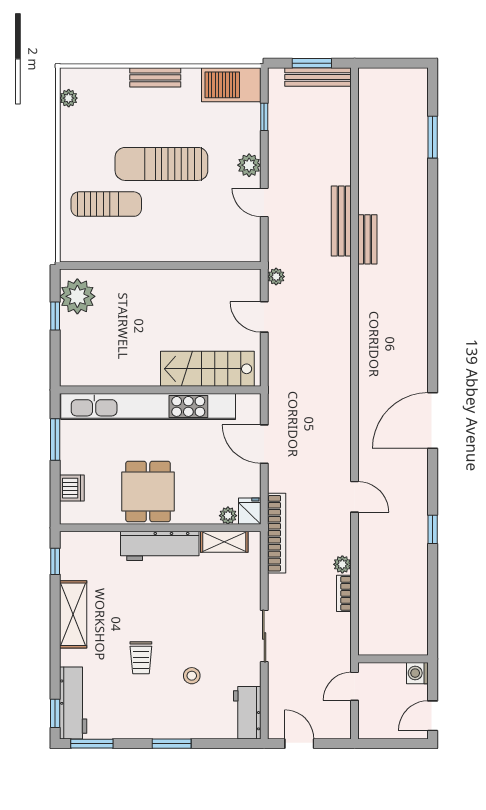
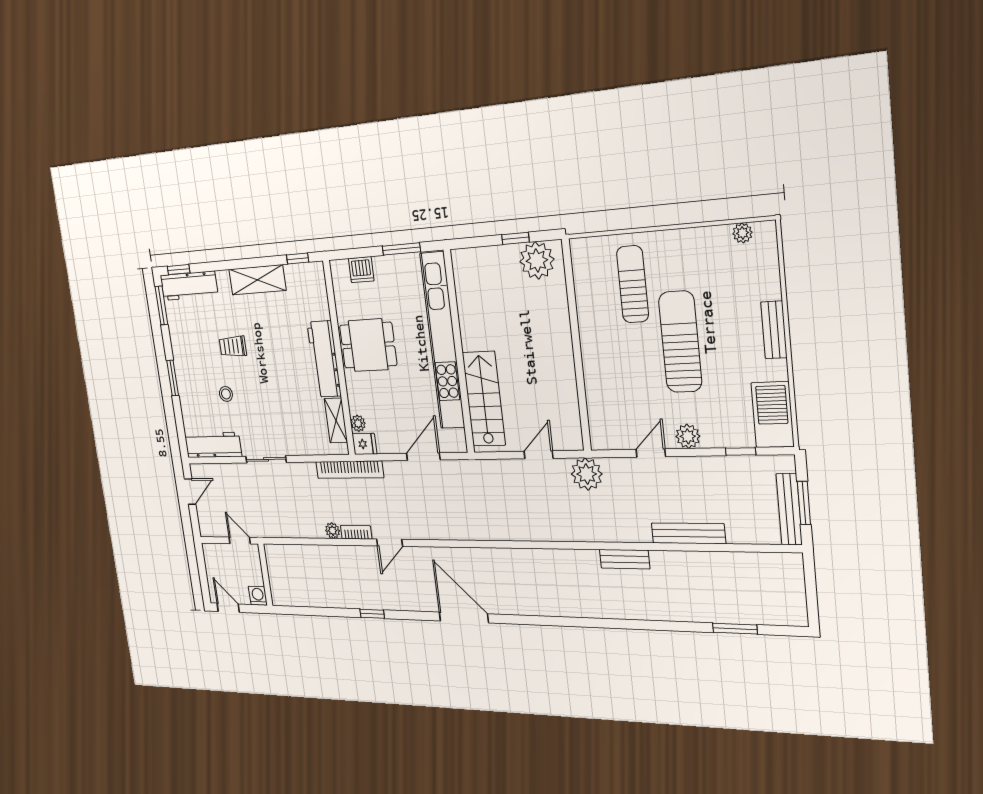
sun lounger: (106, 204) -> (633, 284), turned 180
bench: (341, 221) -> (688, 533), moved
plant: (276, 277) -> (587, 474), width x1.88, depth x1.88
bookcase: (344, 593) -> (356, 532), moved
workbench: (247, 713) -> (213, 445), width x1.38

